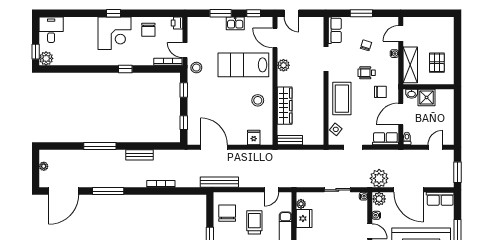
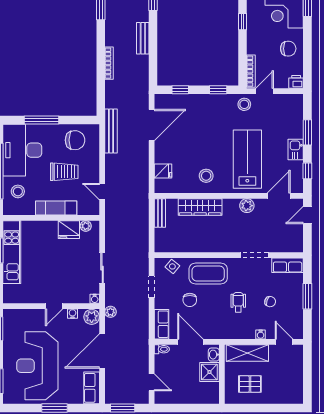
chair: (148, 30) -> (288, 49), turned 180
chair: (380, 92) -> (190, 300), moved
plant: (379, 178) -> (110, 312), width x0.53, depth x0.53

